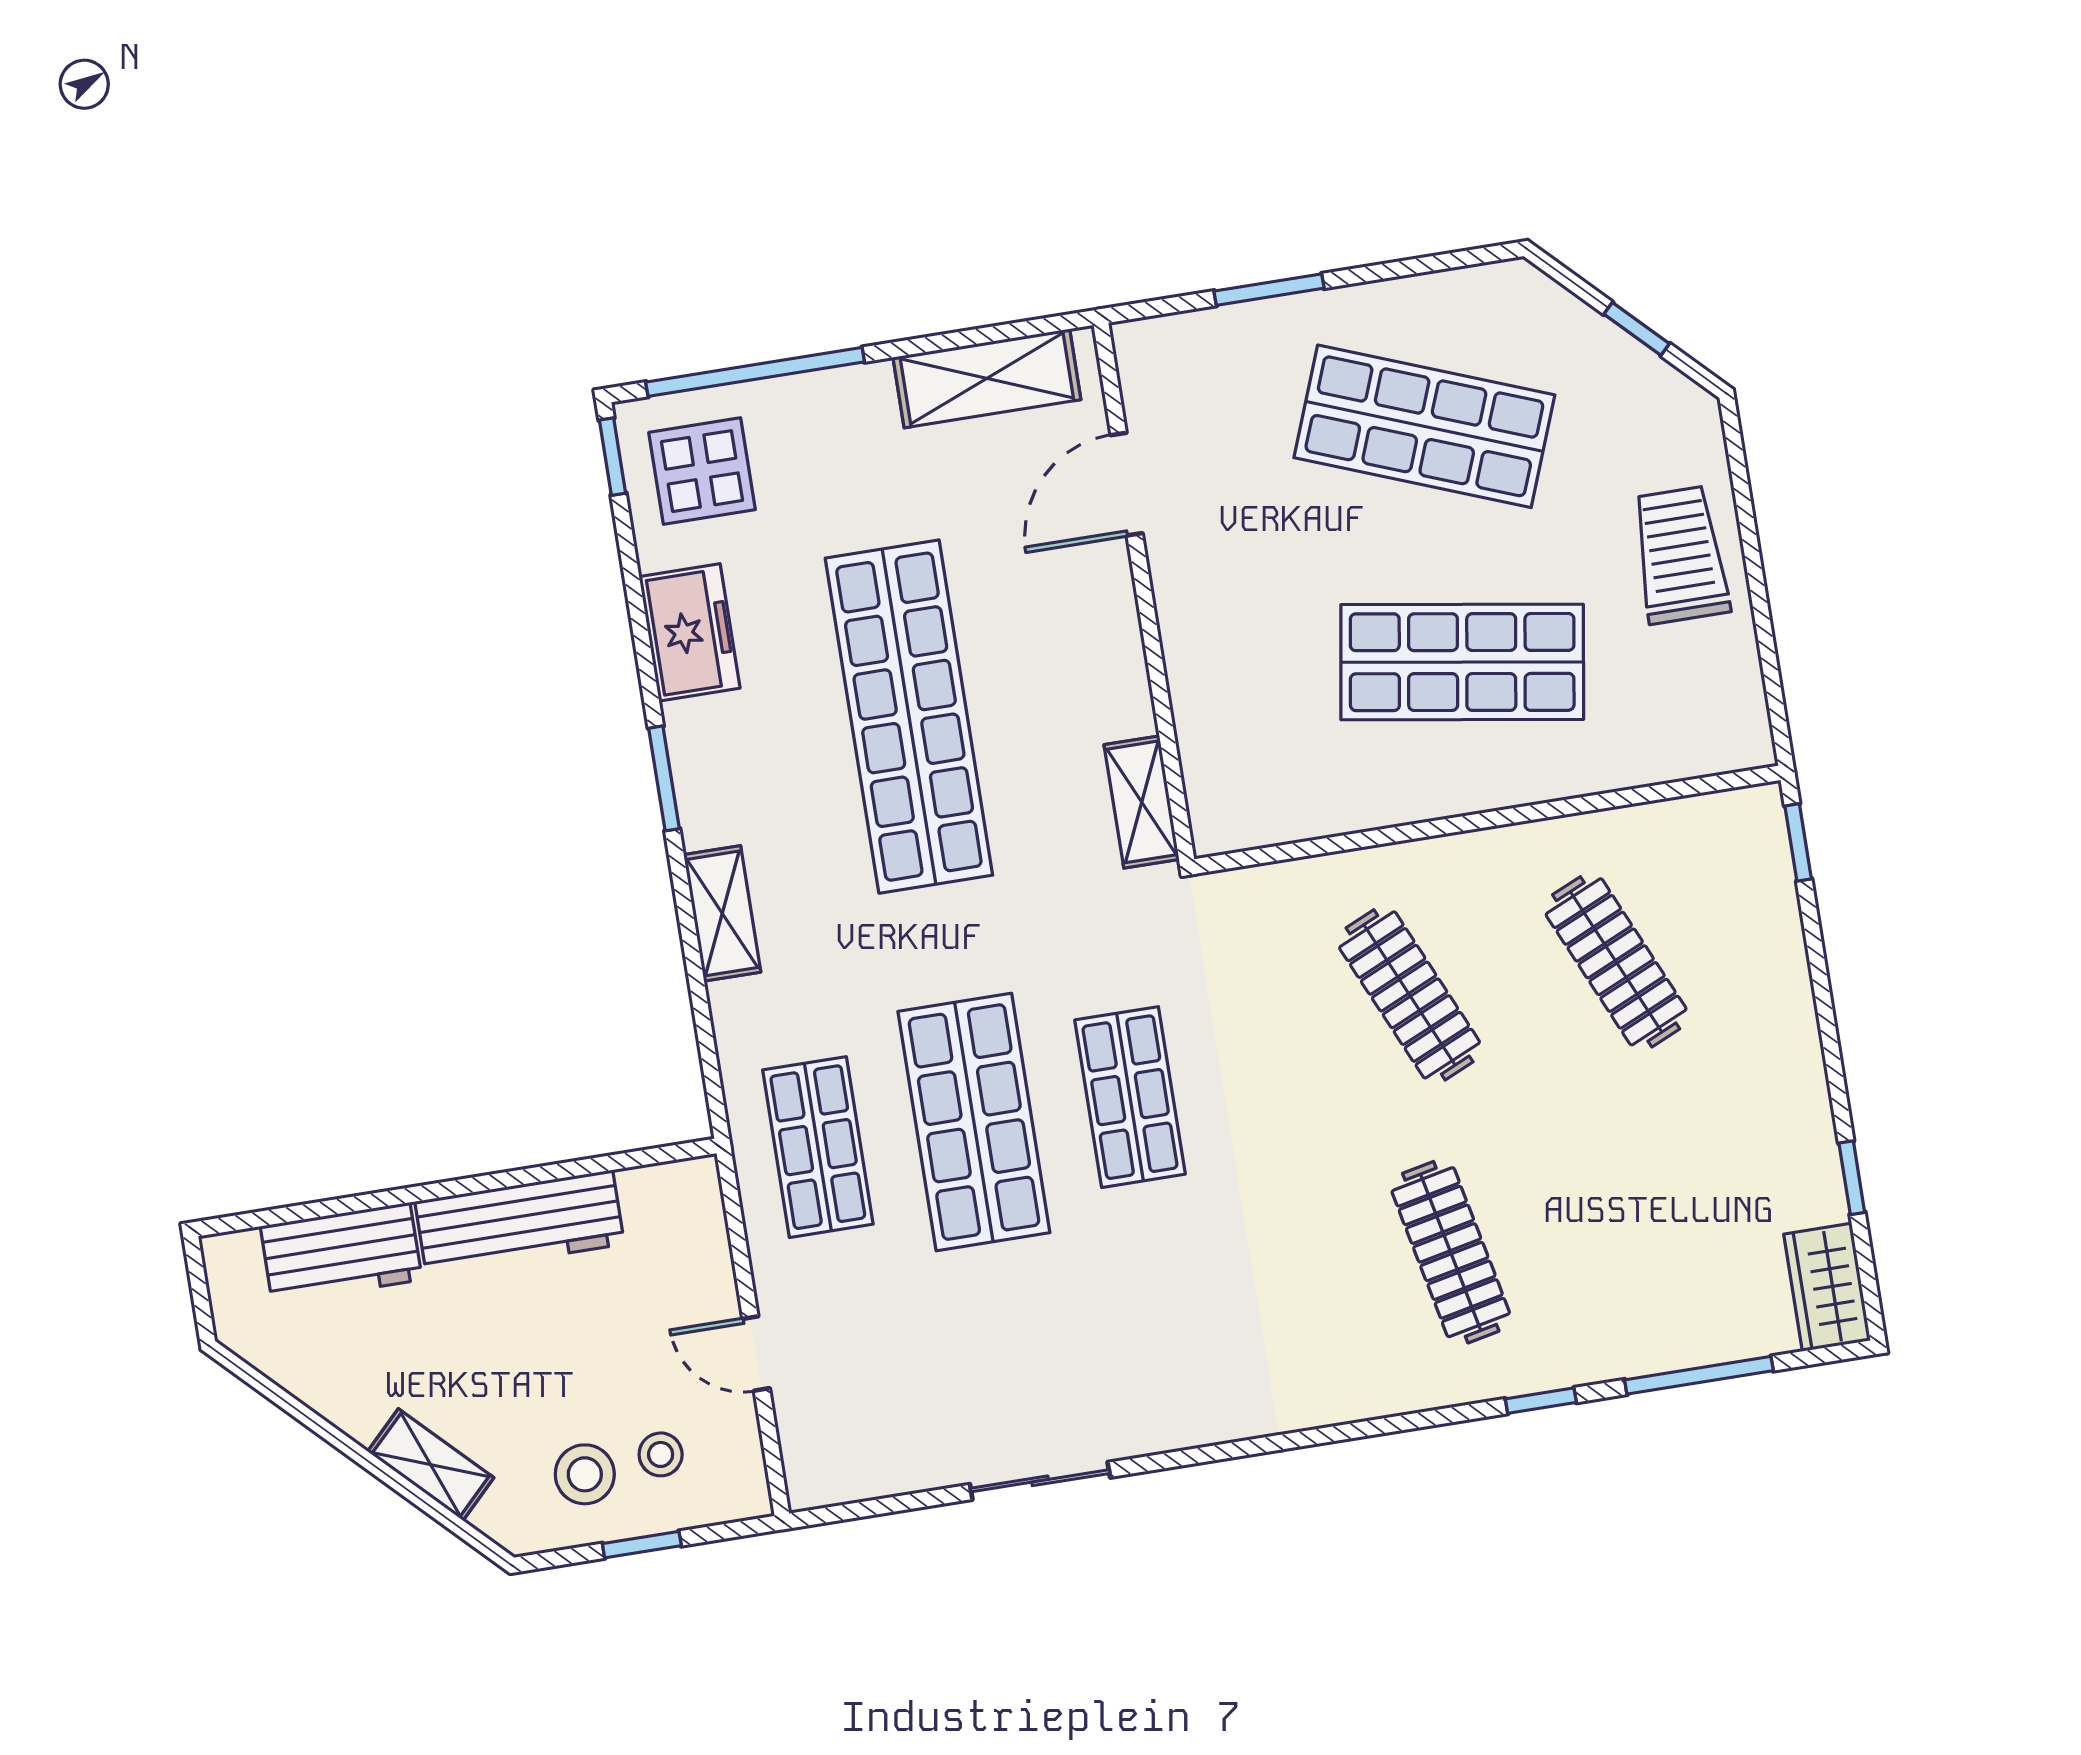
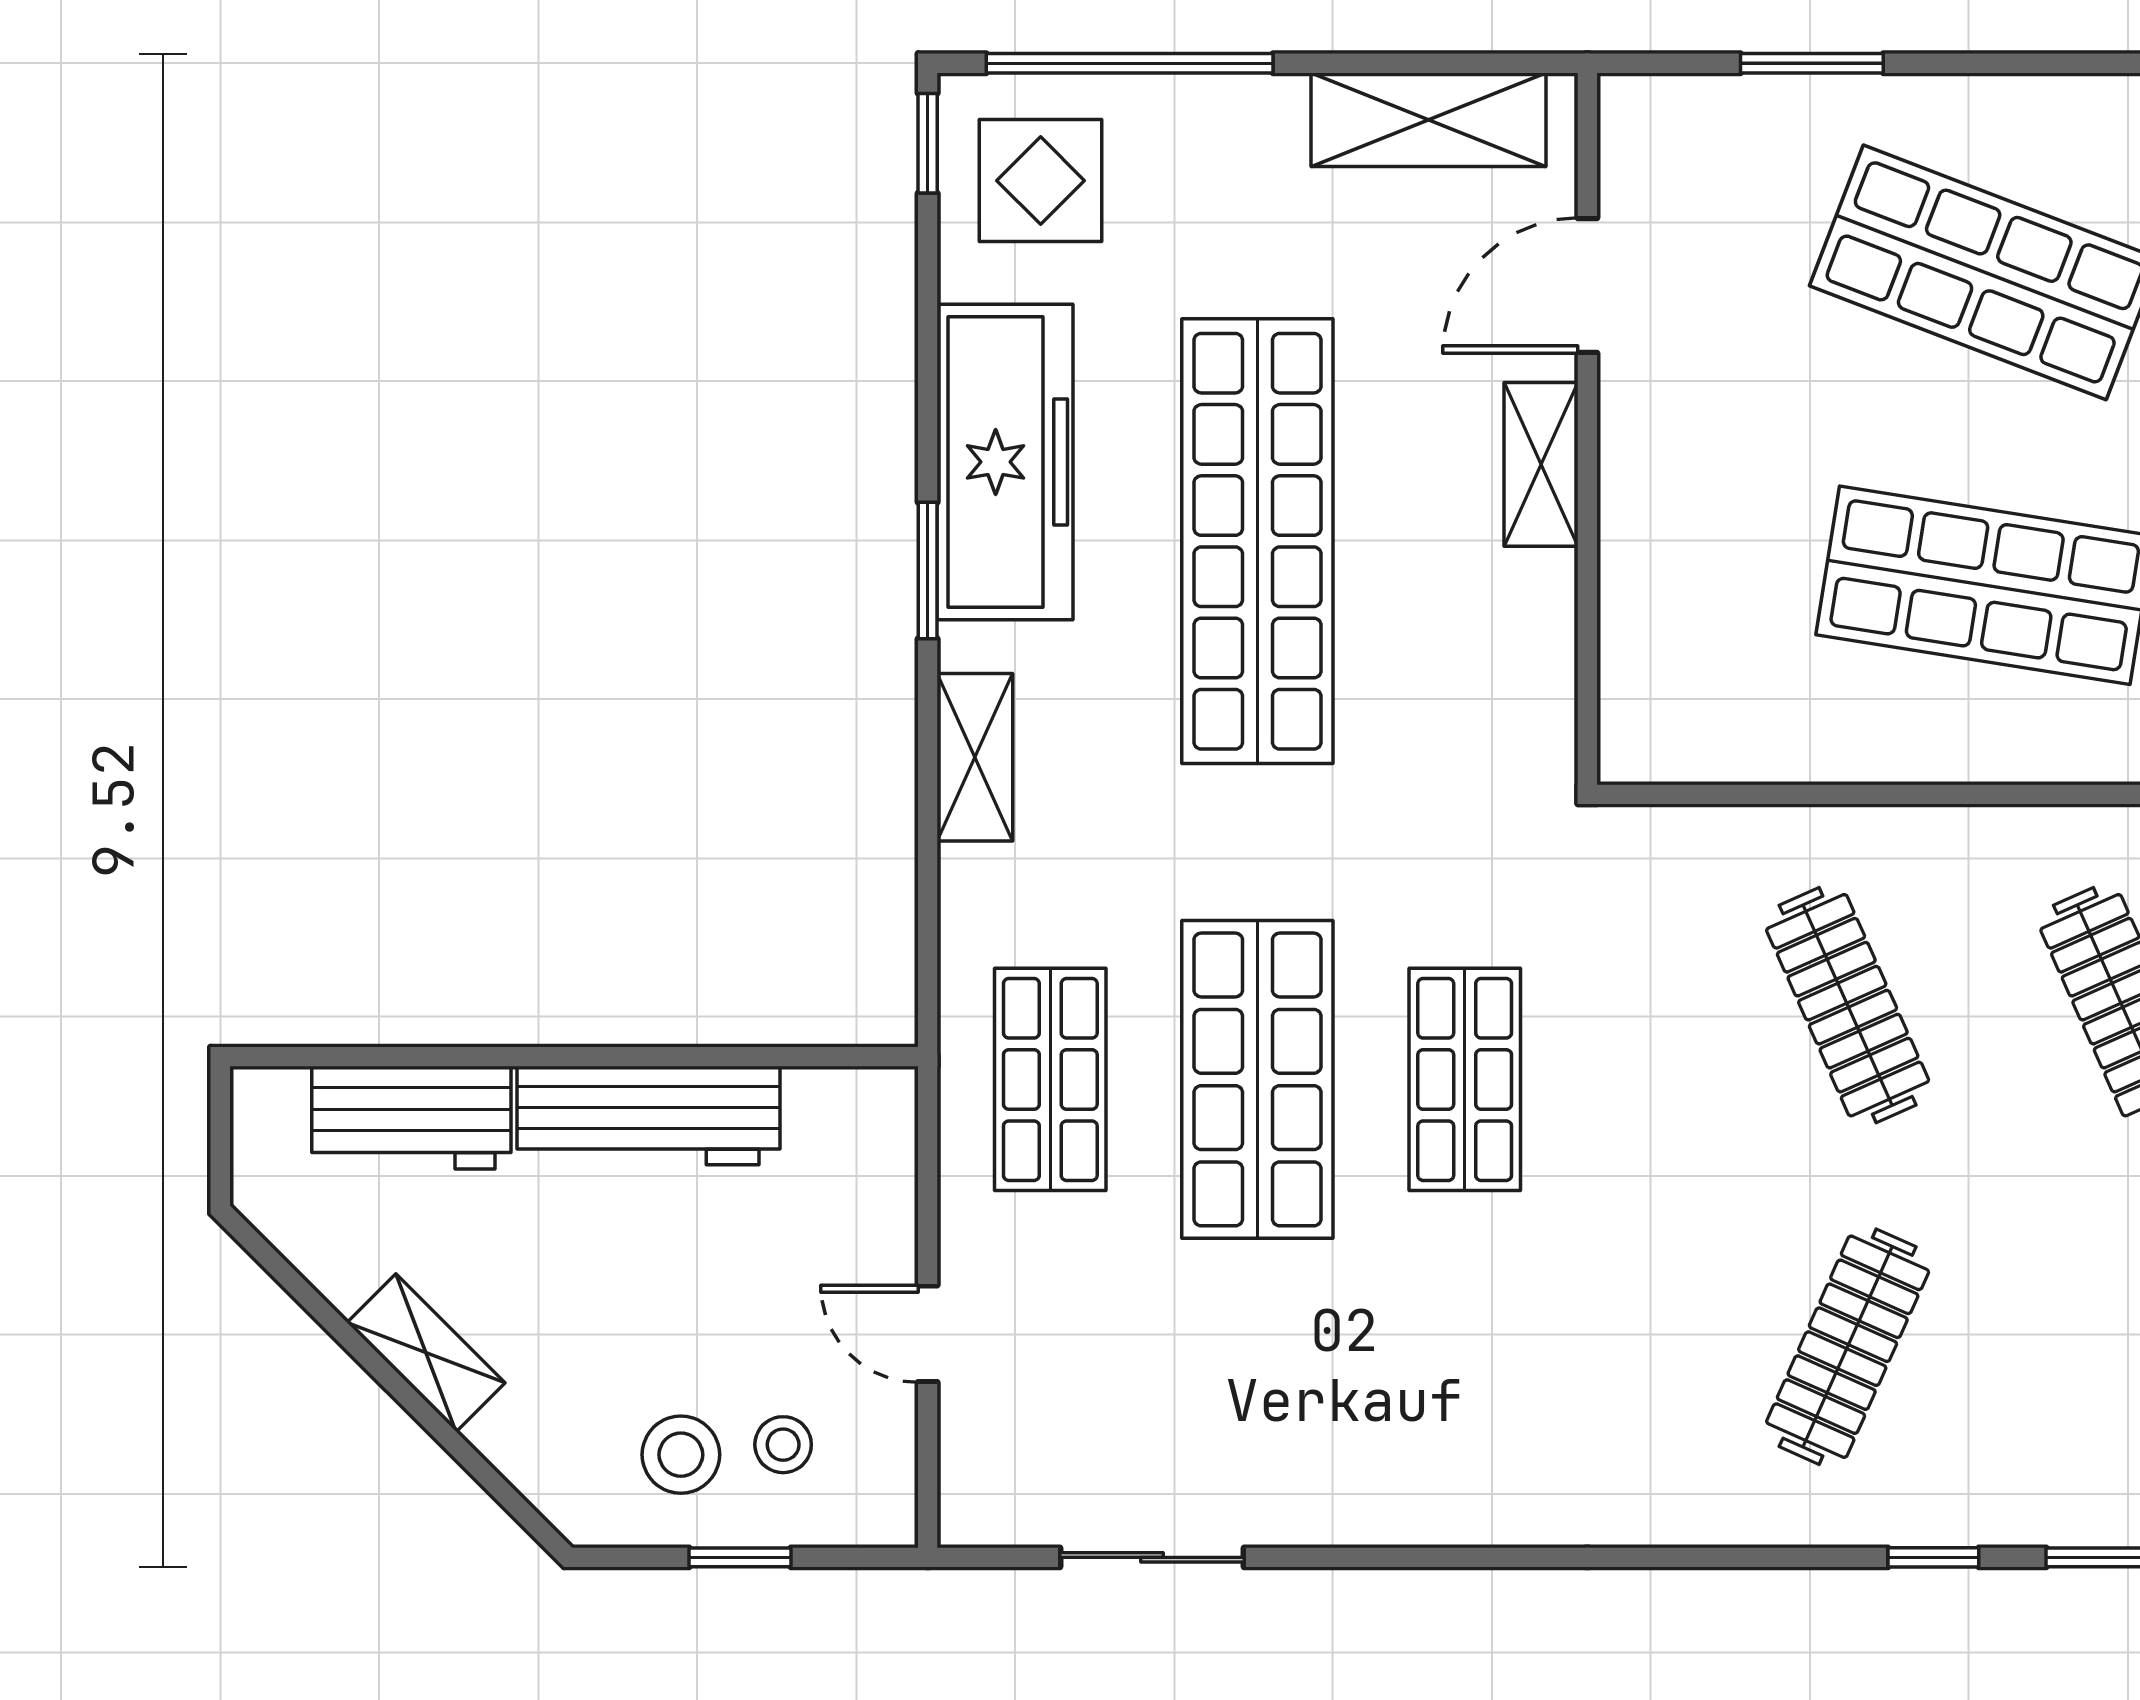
freezer: (690, 632) -> (1005, 462), width x1.91, depth x1.26
shelving: (1142, 802) -> (1541, 464), moved
clothes rail: (1451, 1252) -> (1848, 1347), turned 36
shelving: (431, 1465) -> (426, 1353), moved
sliding door: (1040, 1481) -> (1152, 1557), moved

